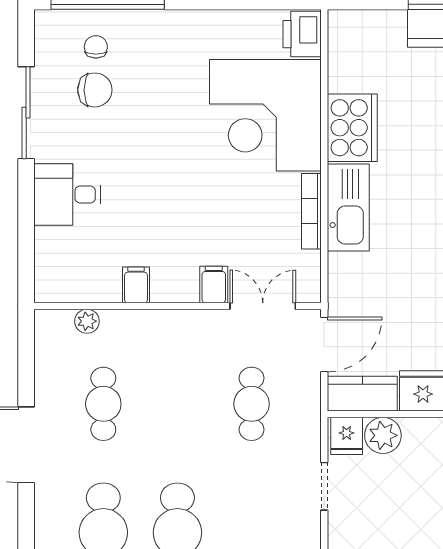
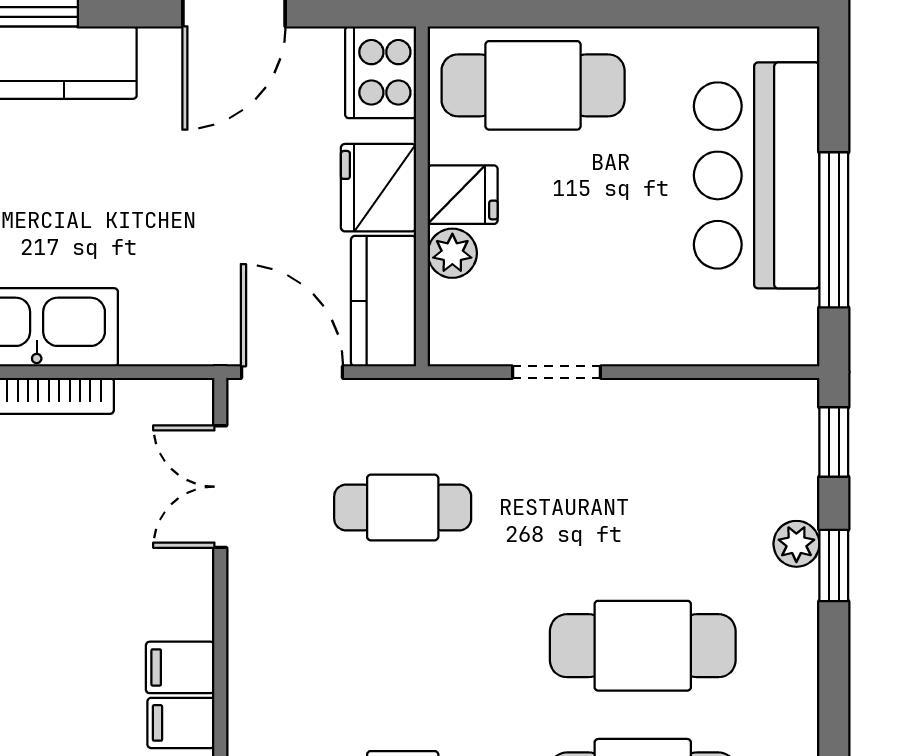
filing cabinet: (214, 285) -> (180, 667), moved
plant: (383, 435) -> (452, 253), width x0.73, depth x0.73
fridge: (347, 436) -> (463, 195), moved

